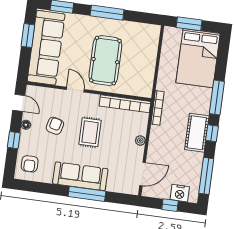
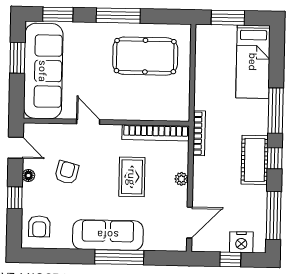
bed: (198, 58) -> (253, 62), width x0.67
pool table: (105, 61) -> (145, 56), moved, turned 90
rug: (90, 132) -> (132, 177), moved

